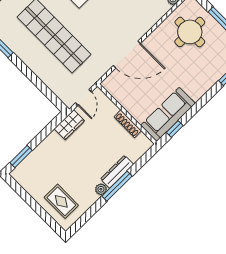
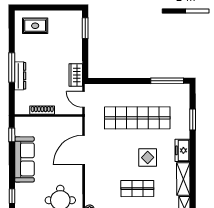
sofa: (168, 114) -> (24, 159), moved
plant: (101, 189) -> (19, 56), removed

